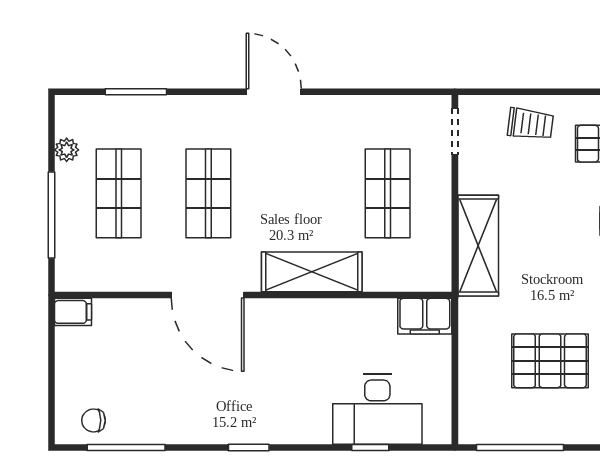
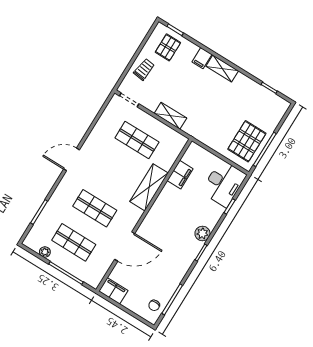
shelving: (478, 246) -> (170, 116), width x0.67, depth x0.75
door: (208, 295) -> (125, 246), moved
filing cabinet: (73, 312) -> (113, 291), width x2.00
filing cabinet: (425, 316) -> (180, 175), moved
pallet: (550, 361) -> (247, 141), moved
desk: (377, 409) -> (224, 183), moved
plant: (287, 428) -> (202, 233), added

